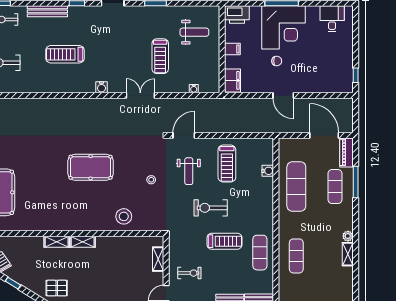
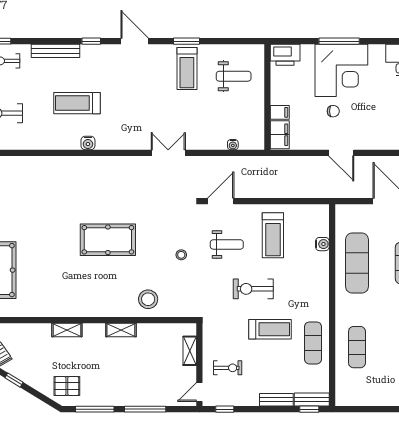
filing cabinet: (232, 49) -> (280, 112), moved
treadmill: (160, 56) -> (187, 68), moved
water cooler: (101, 87) -> (88, 143), moved
weight bench: (189, 171) -> (227, 244), turned -90
shelving: (83, 242) -> (121, 330), moved

